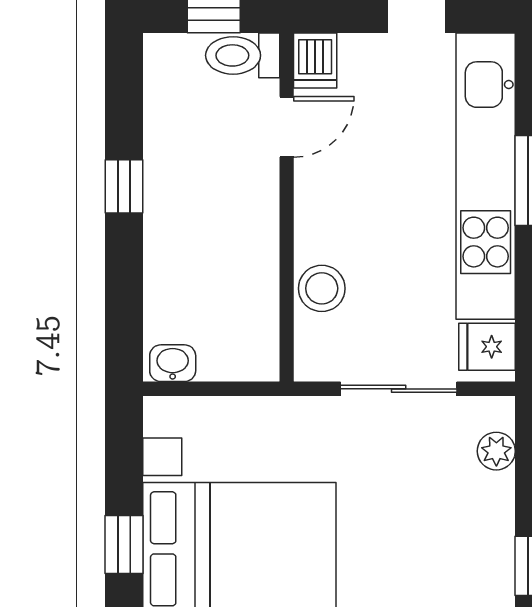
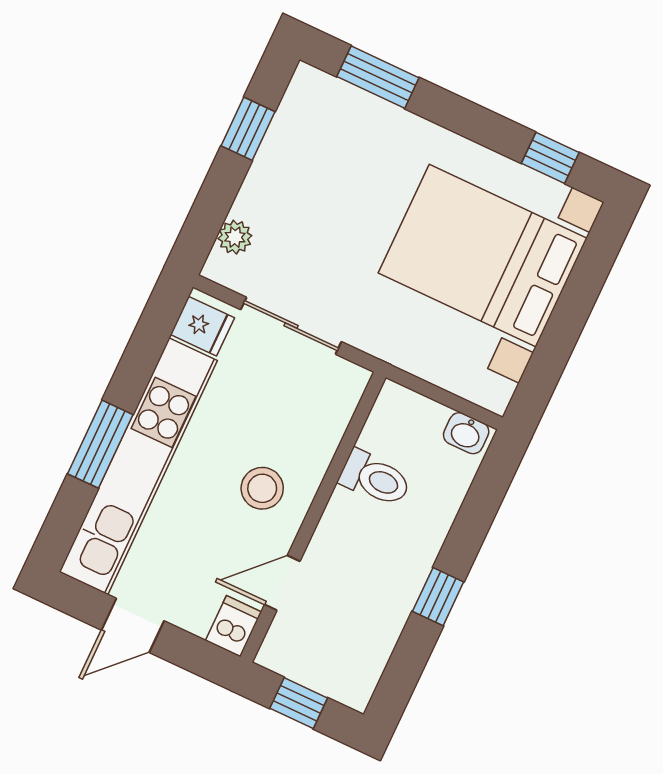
toilet: (243, 55) -> (375, 478), moved
stool: (322, 288) -> (262, 488), moved
window: (124, 544) -> (575, 303), removed

